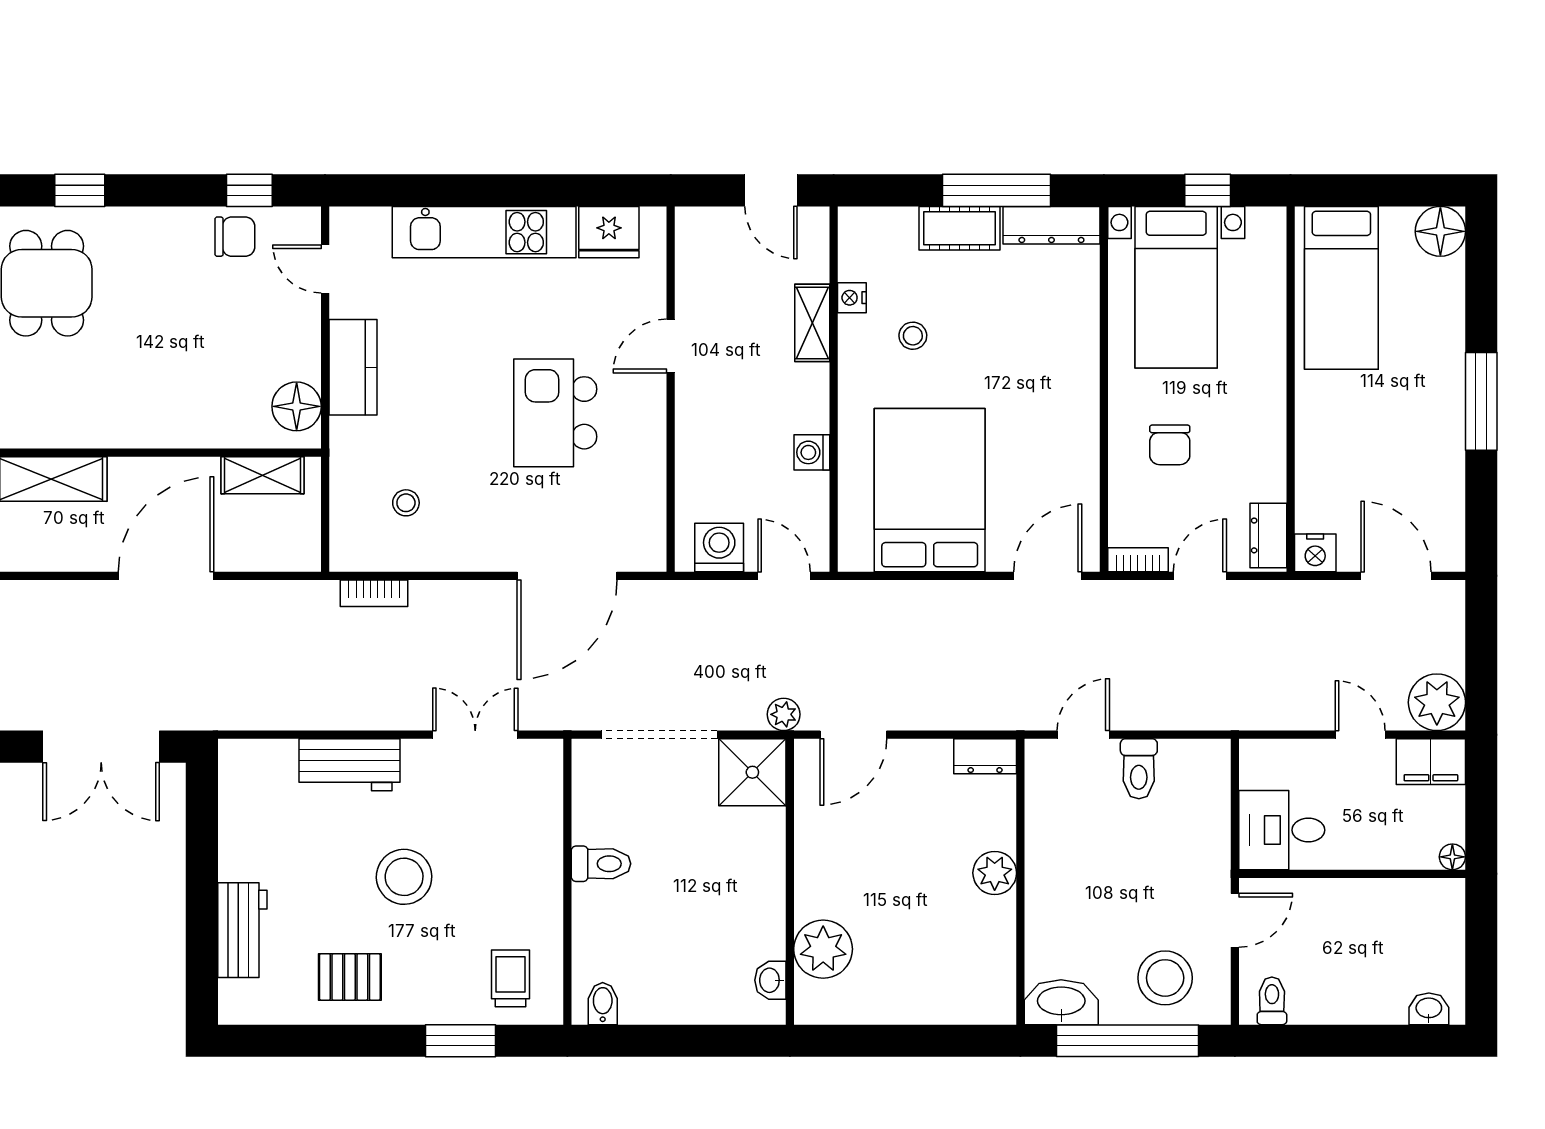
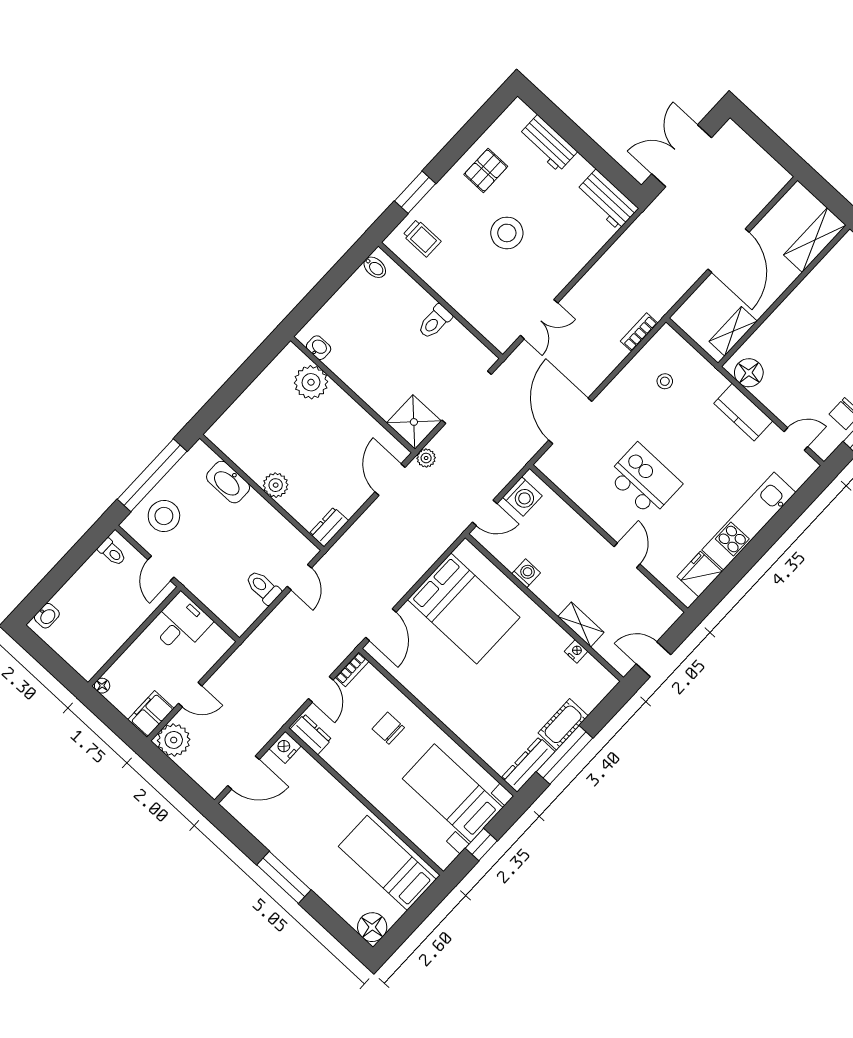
stool: (913, 336) -> (536, 662), removed
workbench: (349, 765) -> (607, 200), moved, turned -90
washbasin: (1061, 1002) -> (228, 482), moved, turned 90

